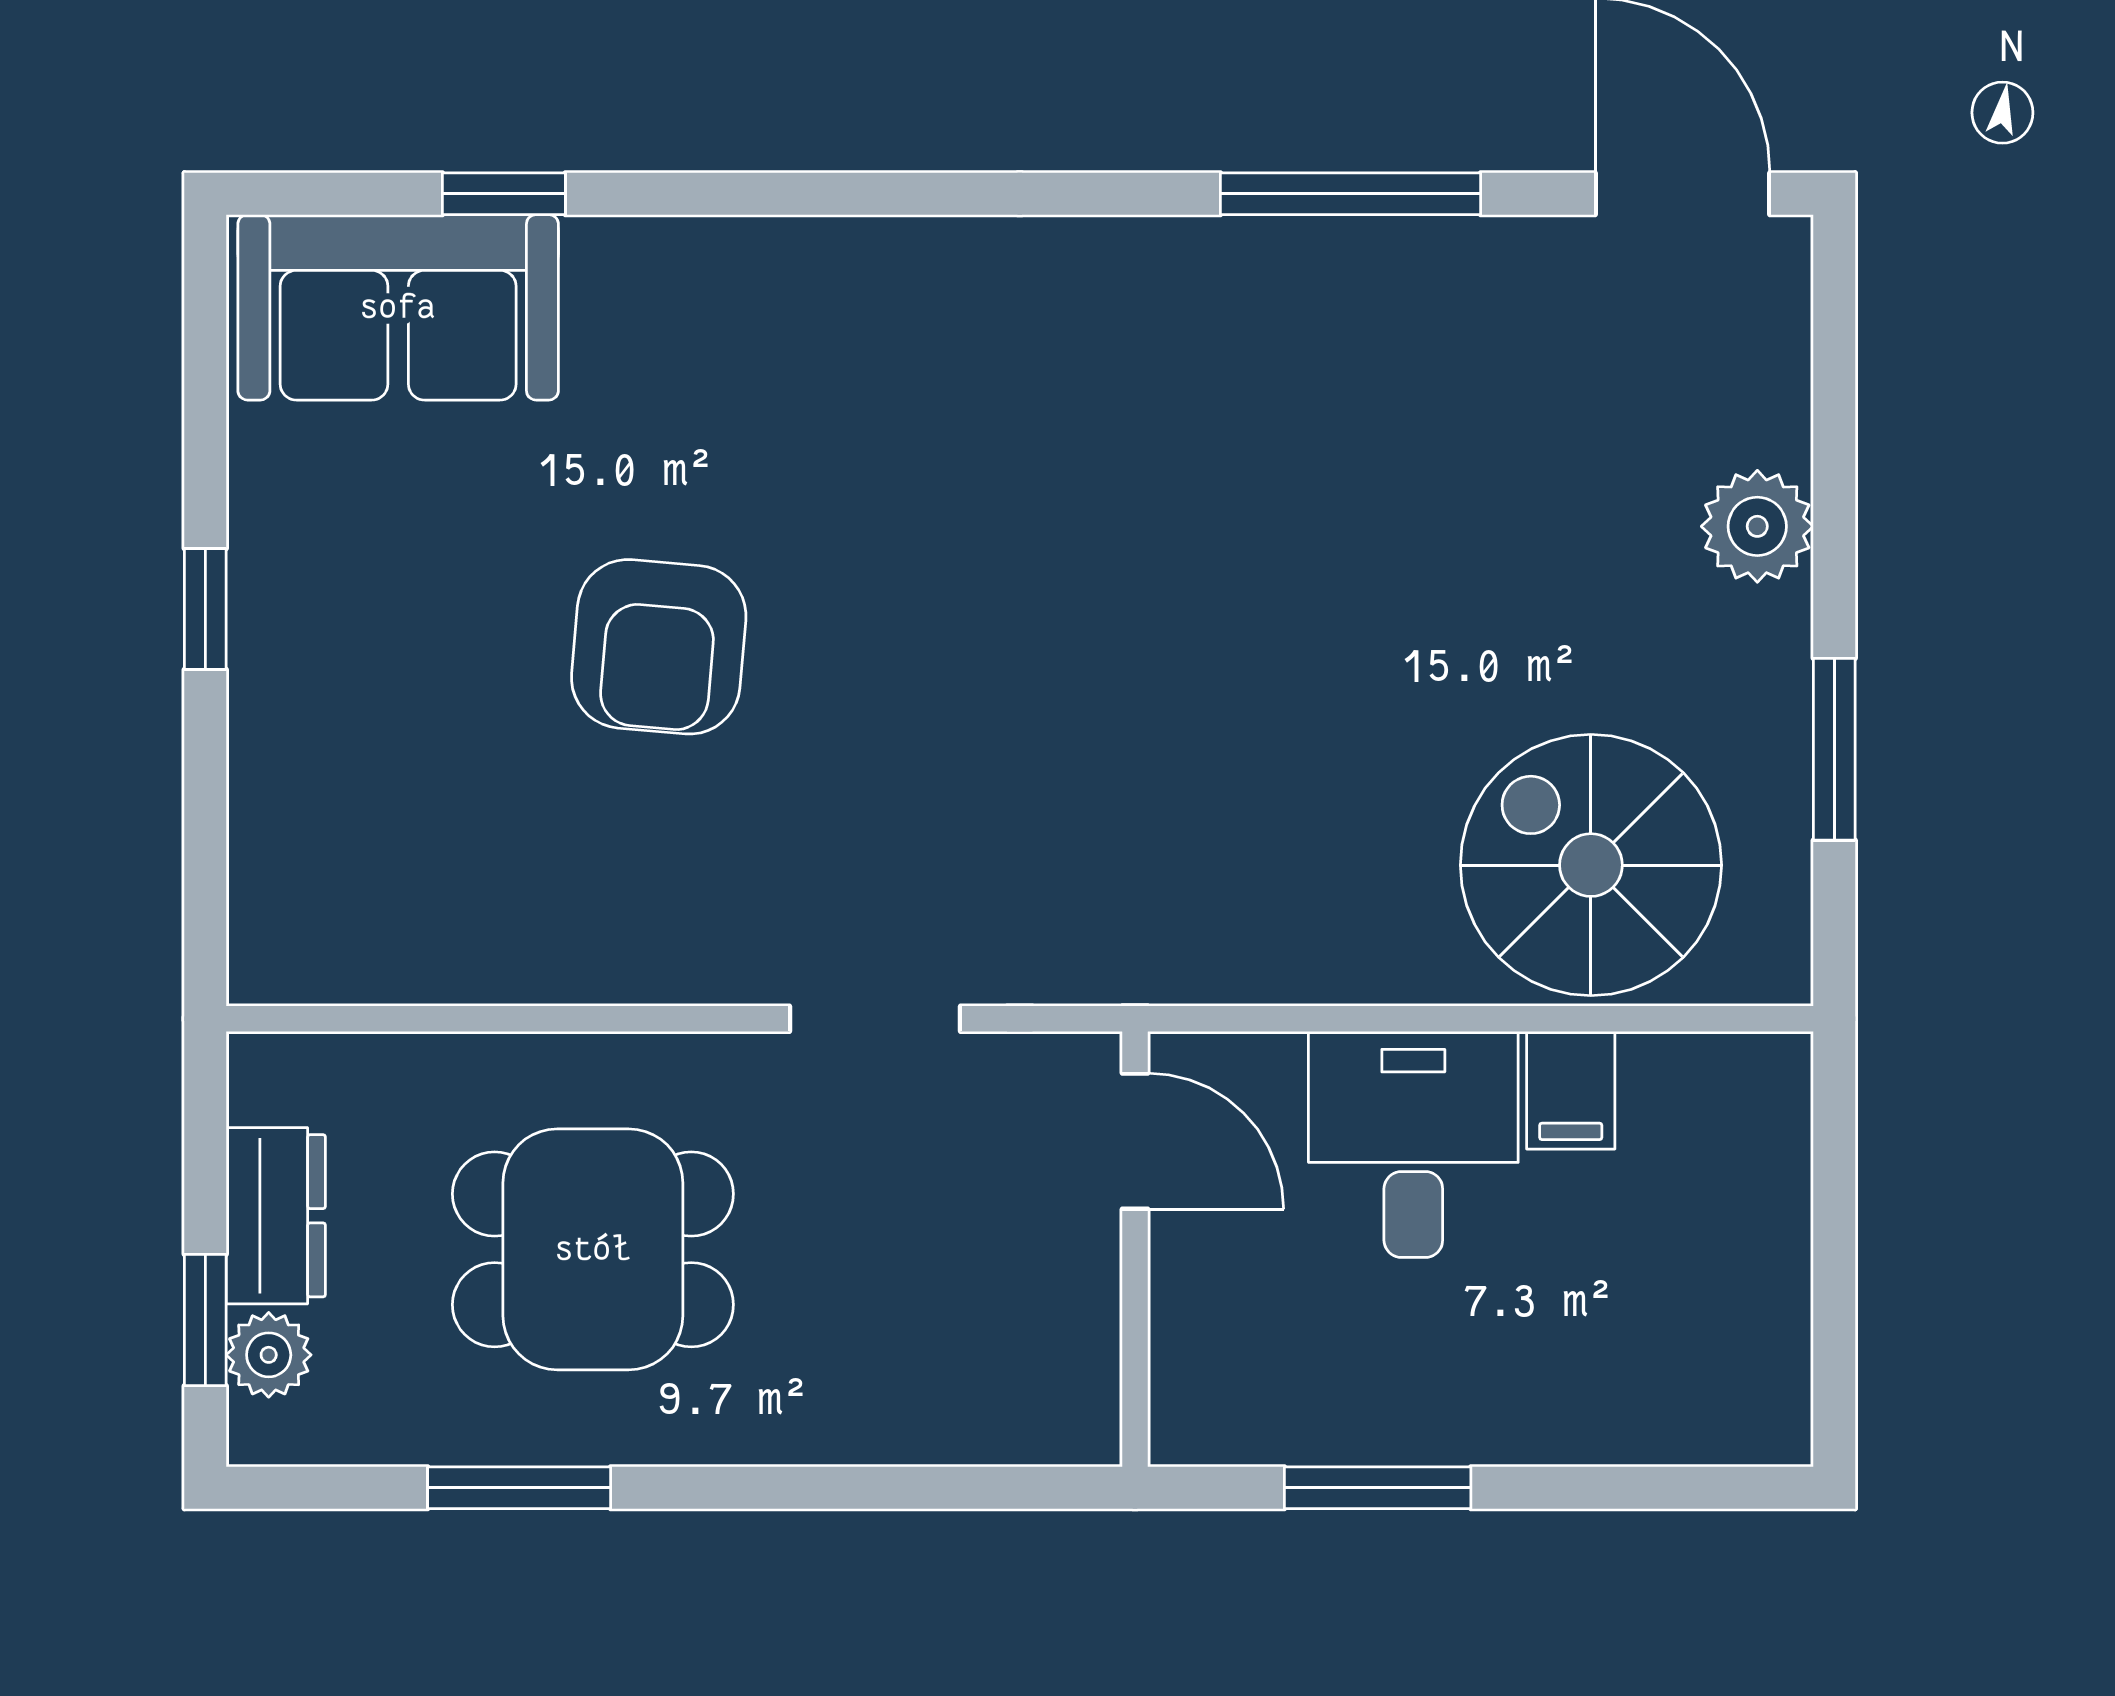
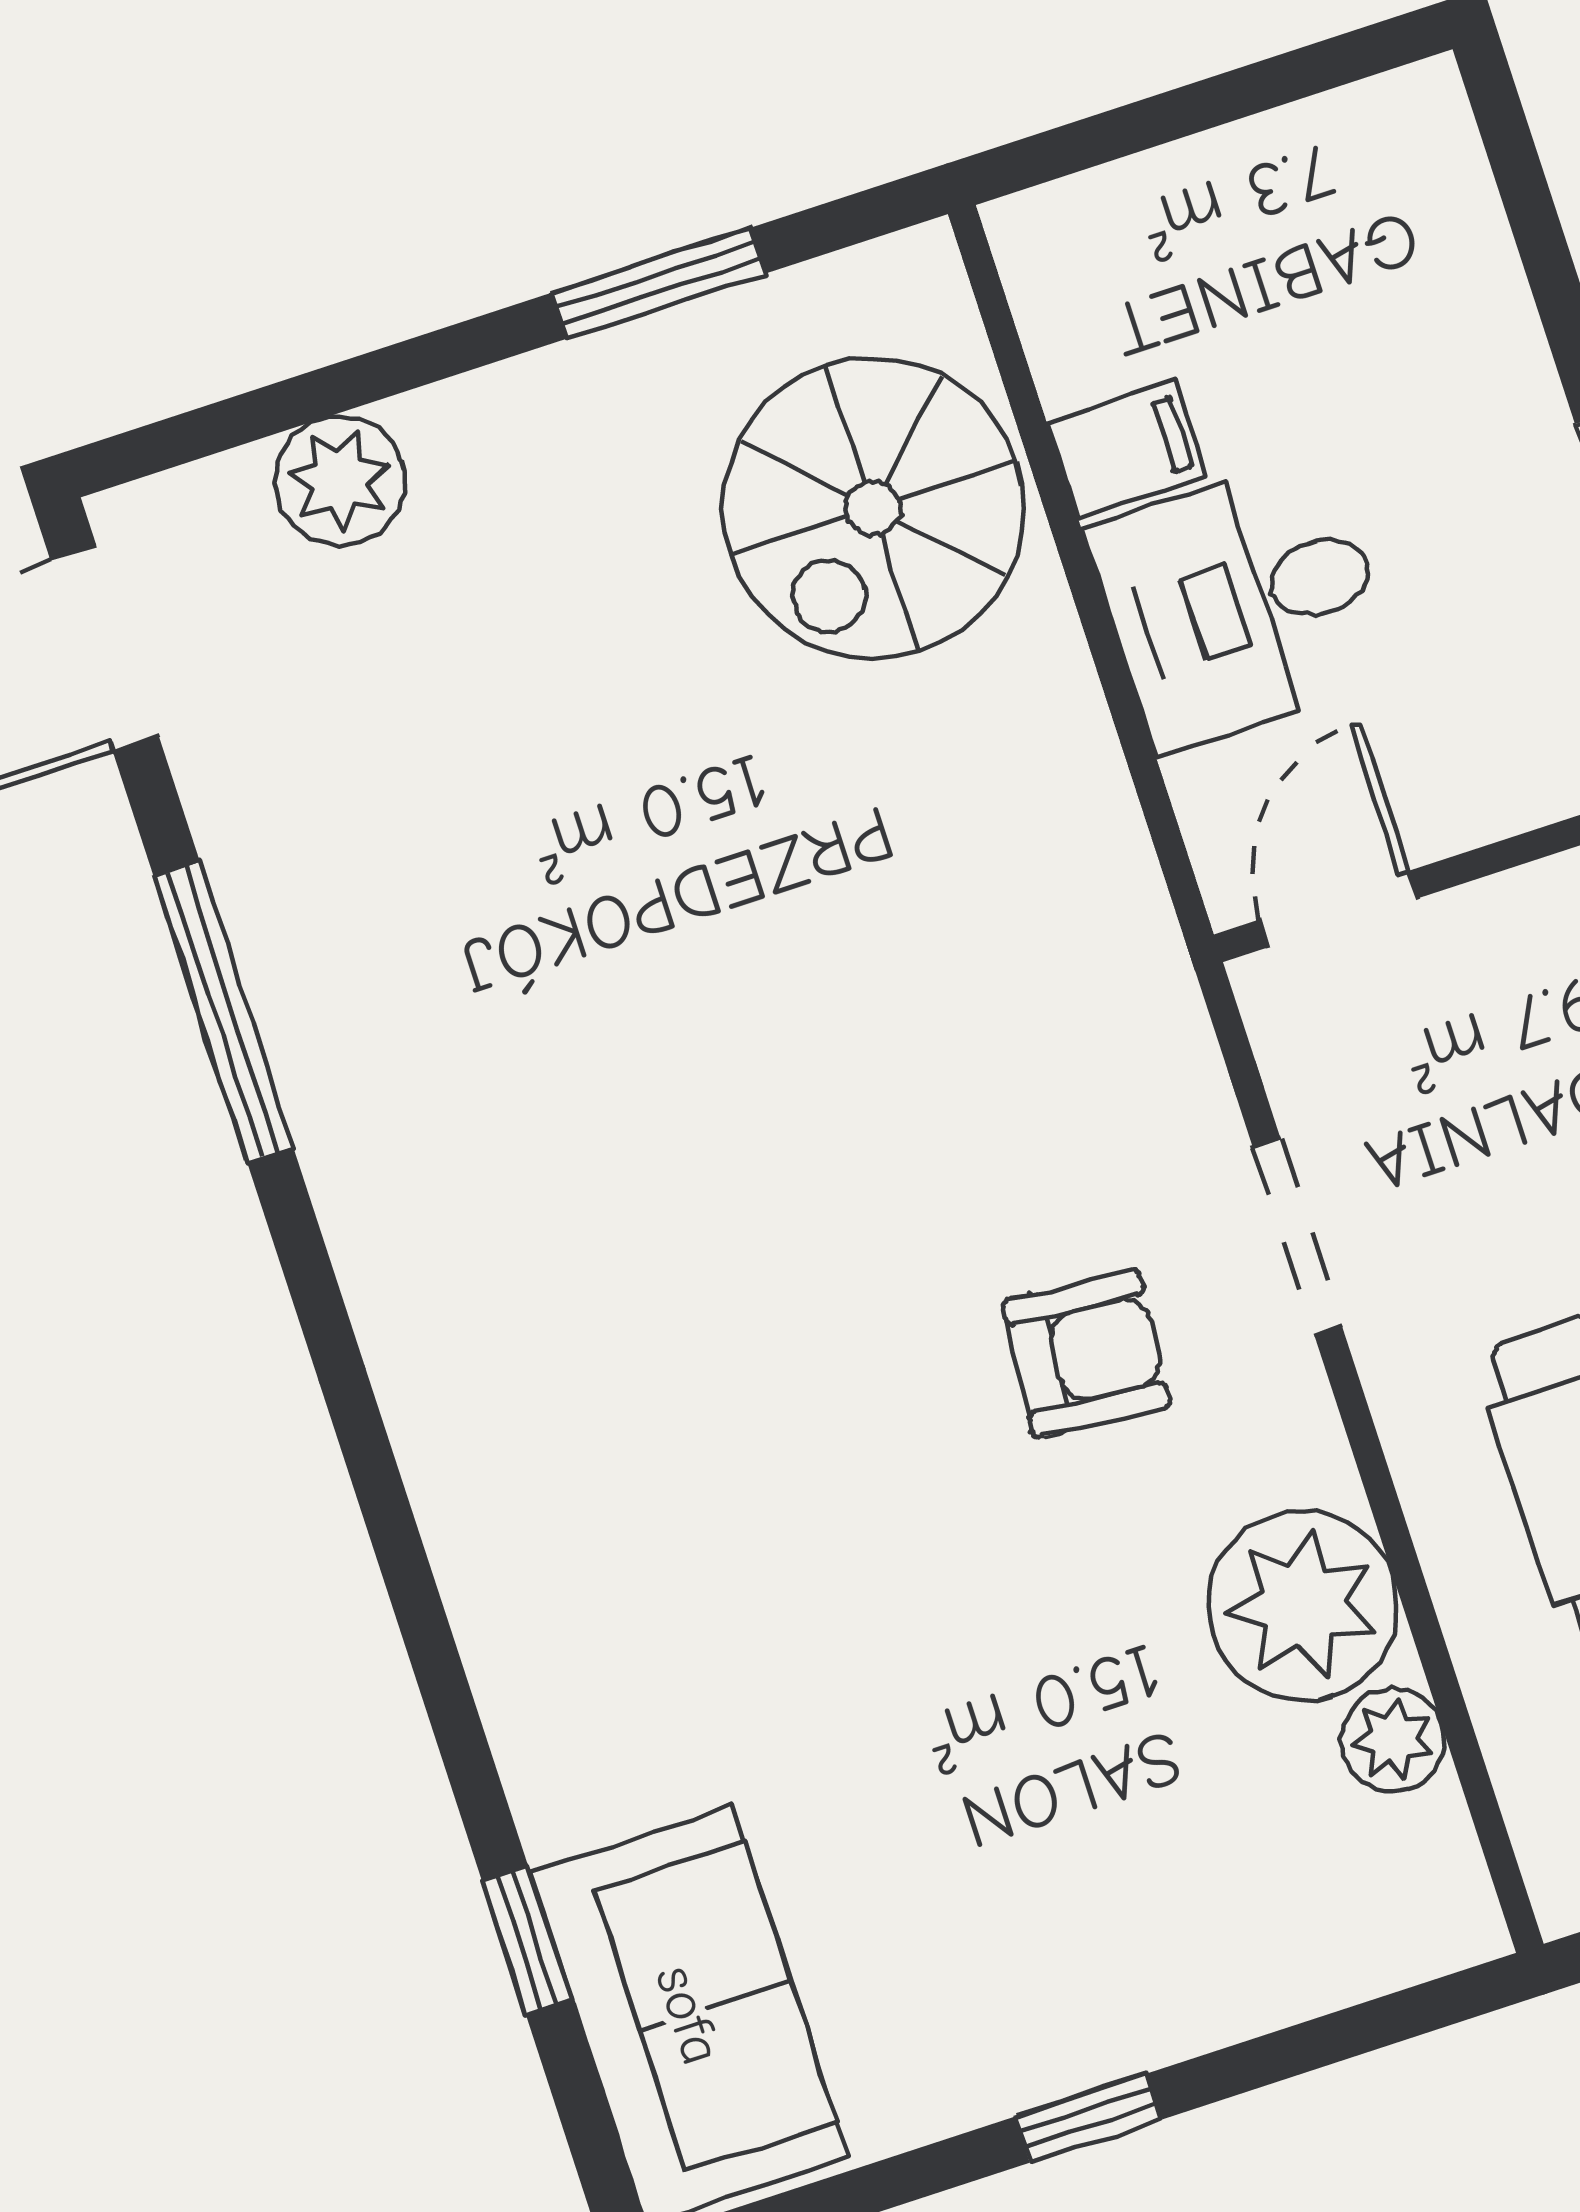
plant: (1757, 526) -> (340, 481), moved
armchair: (659, 647) -> (1086, 1354), moved, width x0.72, depth x0.72
plant: (570, 924) -> (1303, 1606), added
plant: (435, 962) -> (1393, 1740), added

